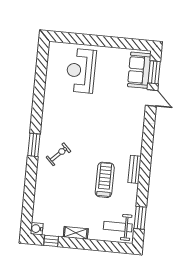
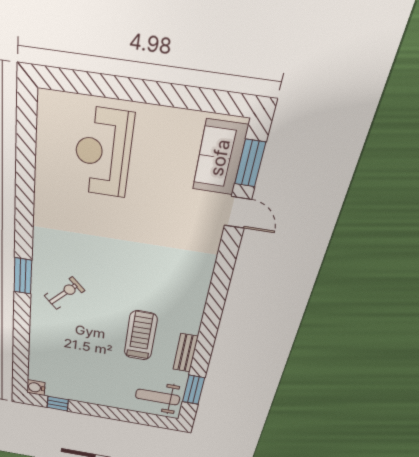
bench: (135, 169) -> (185, 353), moved
shelving: (76, 233) -> (94, 398), removed

